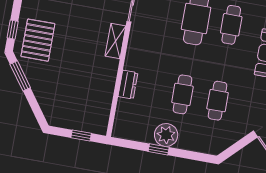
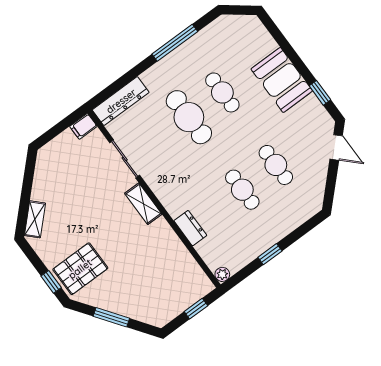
pallet: (38, 40) -> (80, 269), turned 90
window: (20, 76) -> (111, 317), moved
plant: (166, 135) -> (222, 274), moved, width x0.53, depth x0.53

